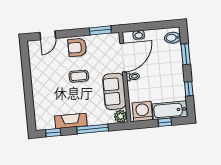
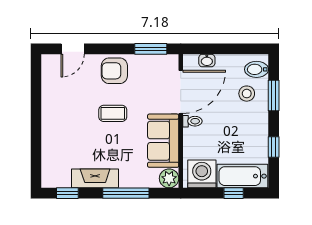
stool: (167, 54) -> (247, 94), added

